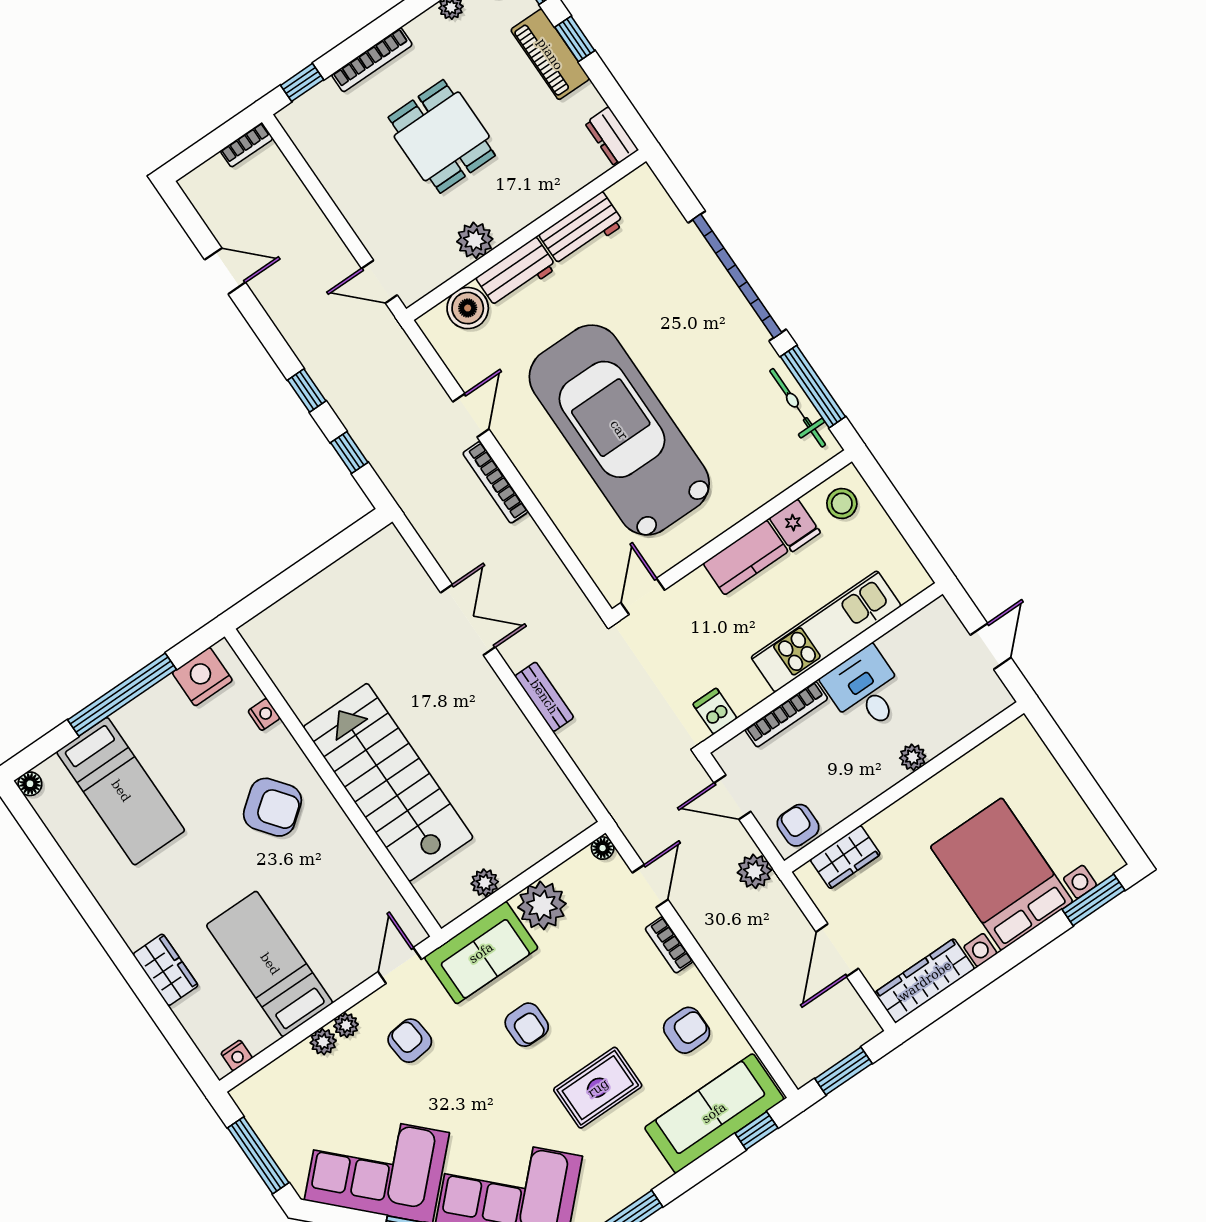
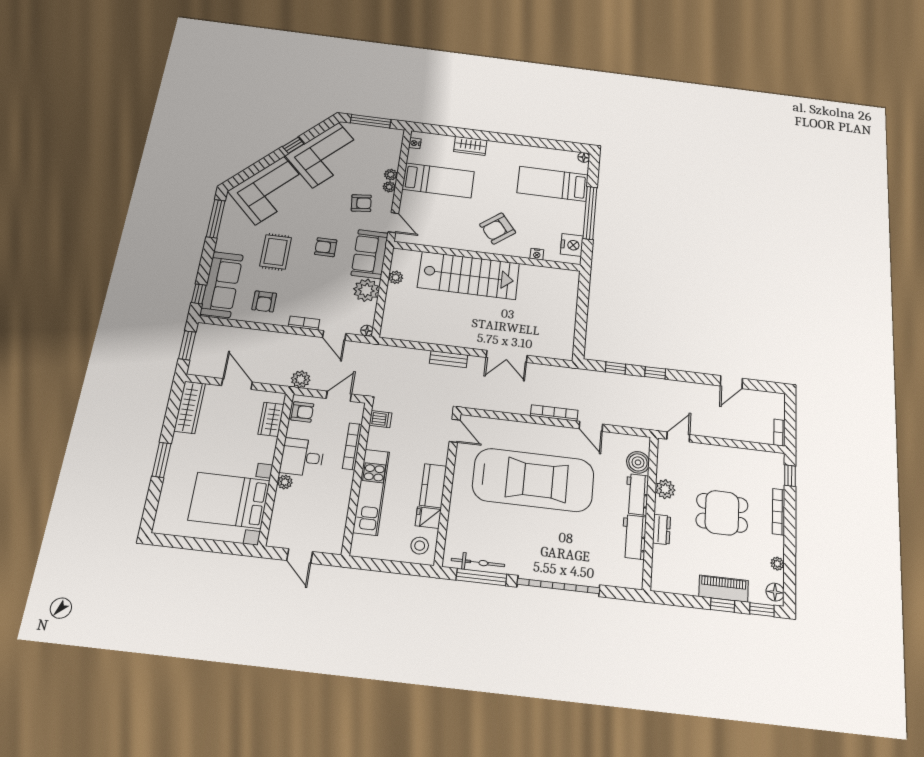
dresser: (612, 136) -> (661, 529), moved, turned 90
desk: (865, 690) -> (302, 457), moved, turned 180
bed with nightstands: (1002, 874) -> (229, 500), moved, turned 180
window: (1093, 900) -> (161, 460), moved

